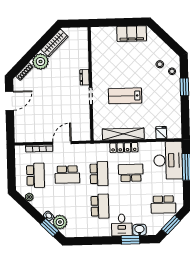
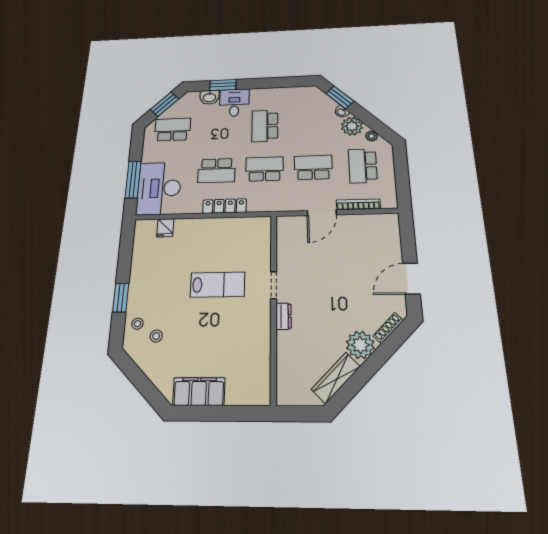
shelving: (123, 134) -> (224, 226), removed
school desk: (99, 174) -> (264, 169), turned 90
plant: (60, 222) -> (352, 126), moved

